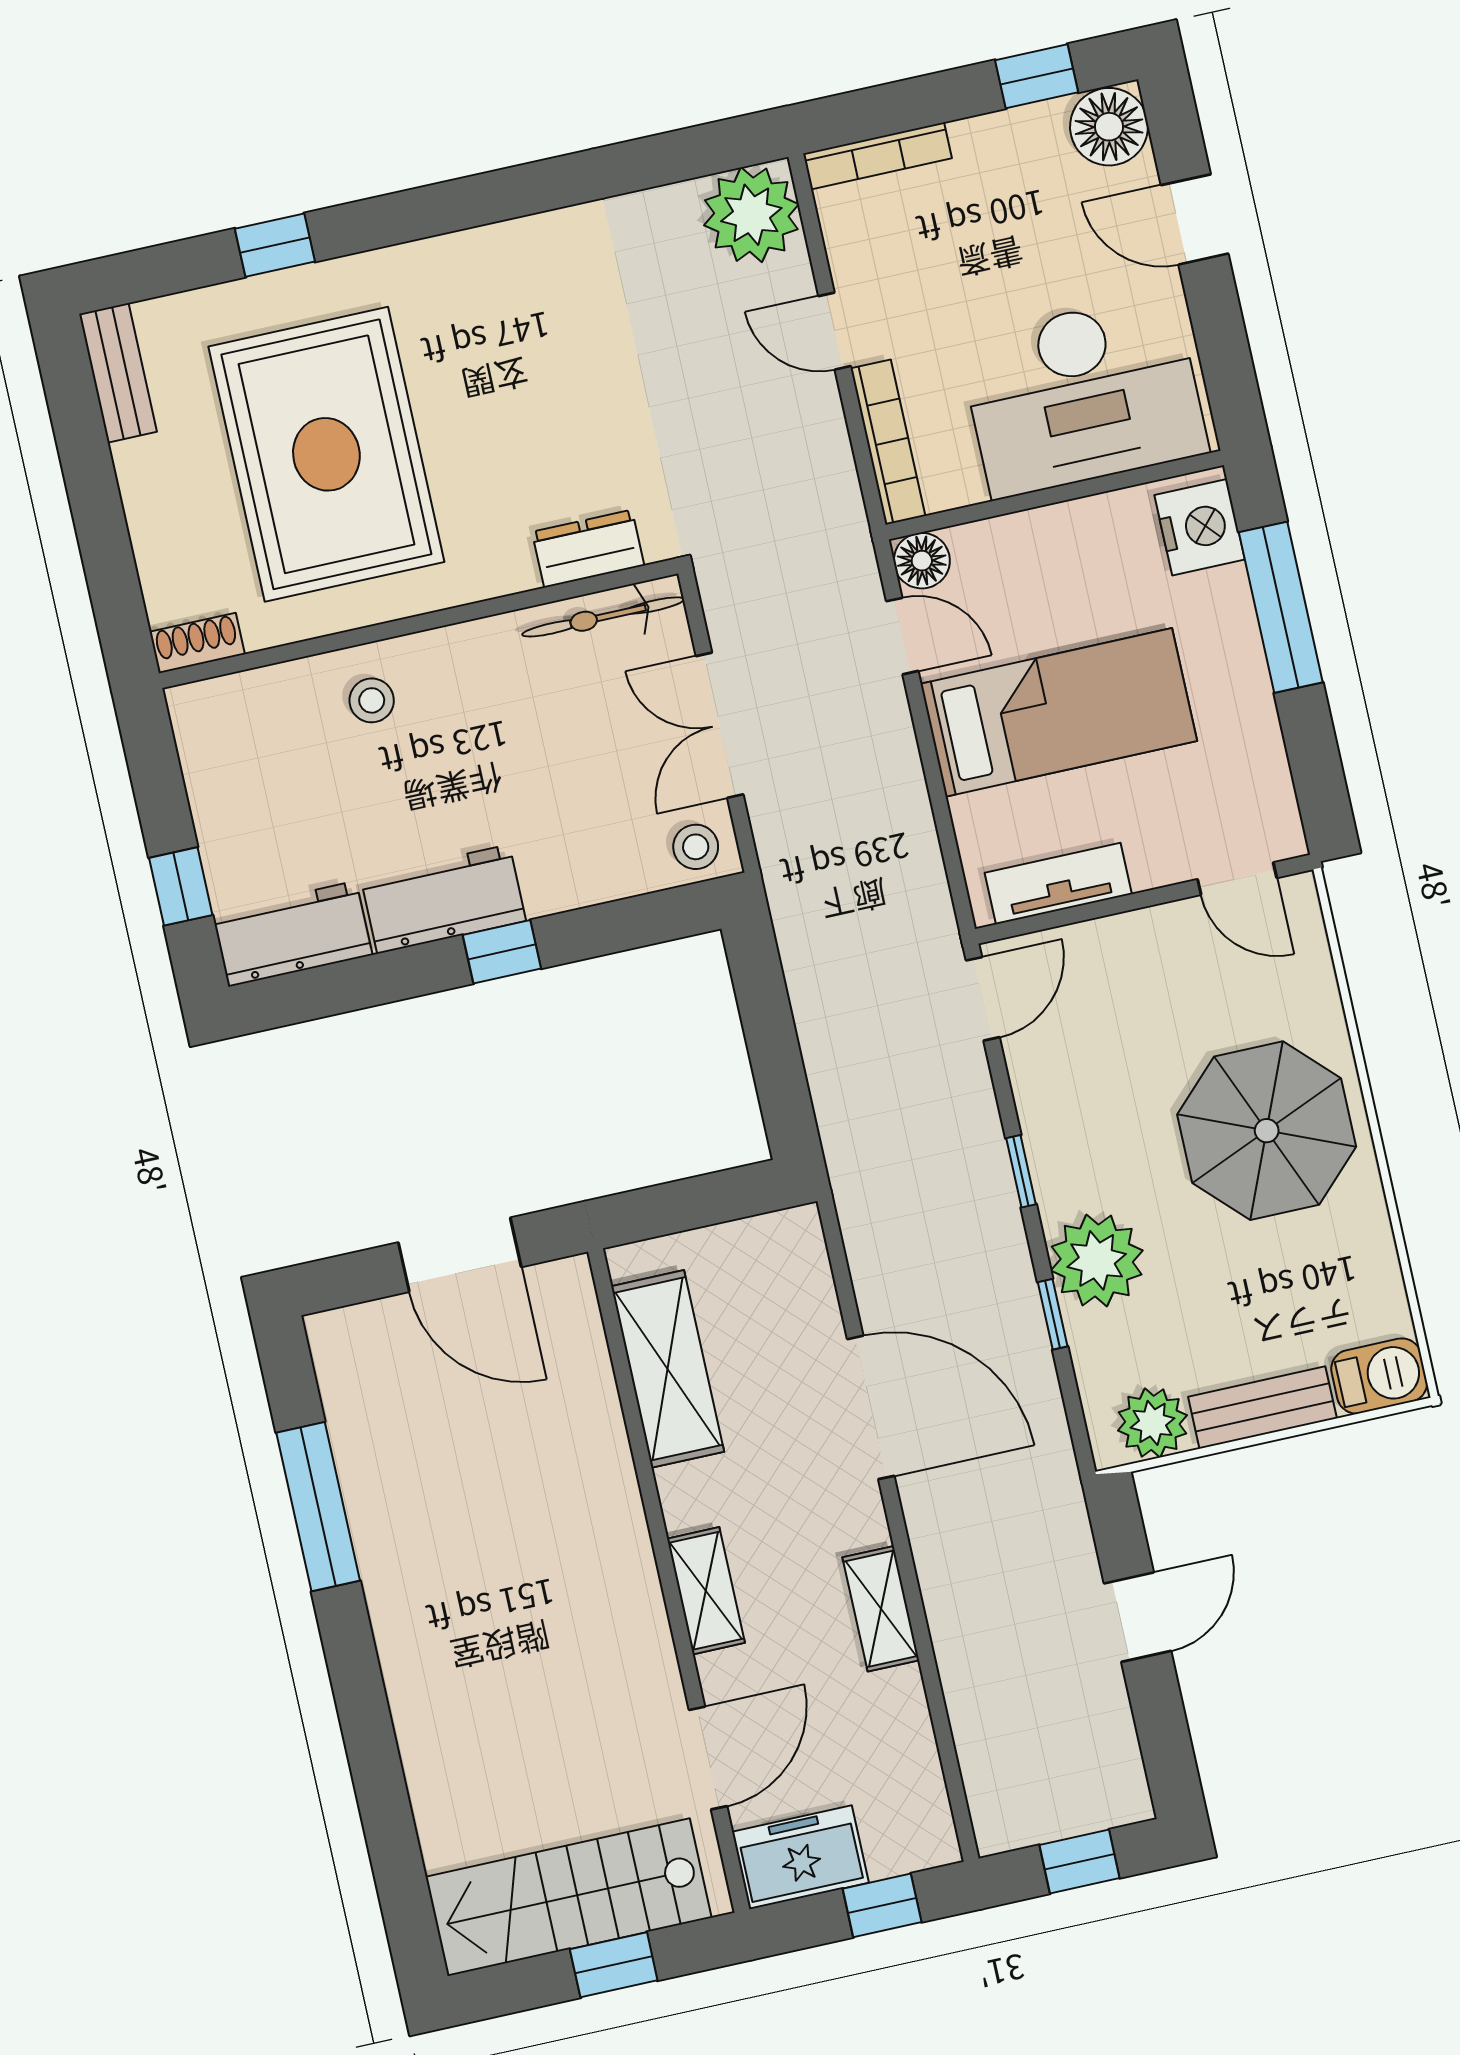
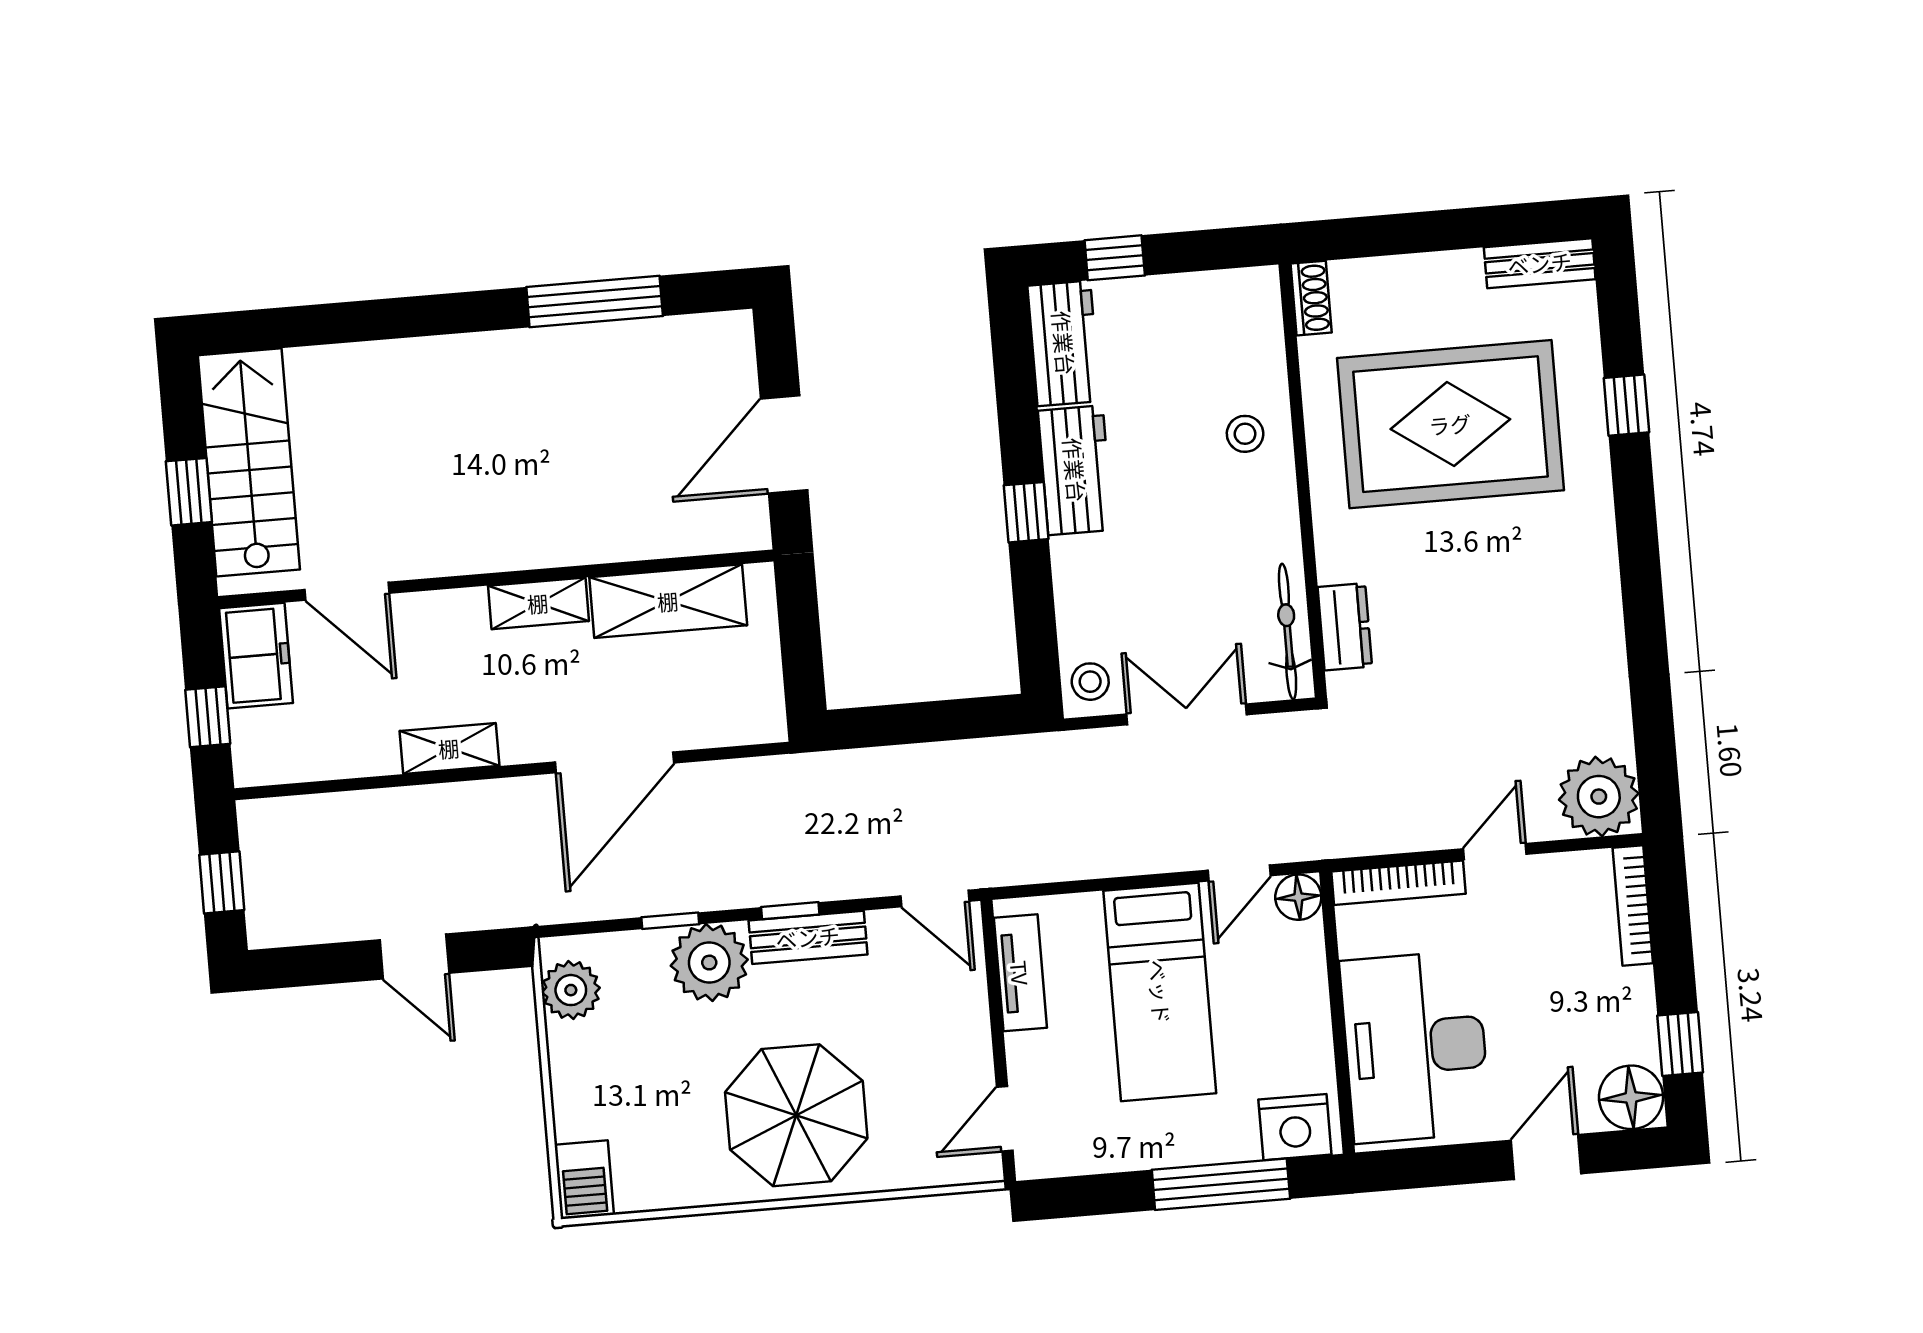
bench: (1262, 1408) -> (808, 937), moved, turned 90
shelving: (706, 1591) -> (538, 603), moved

